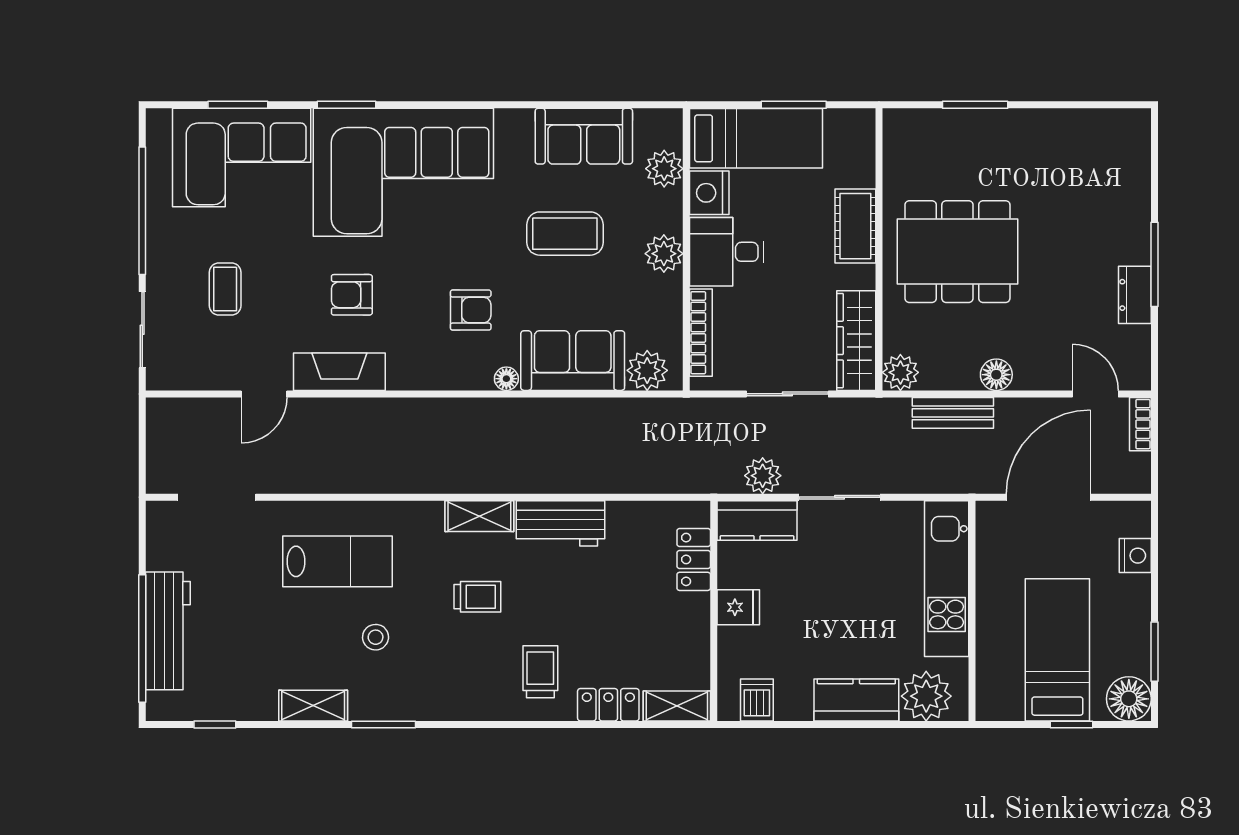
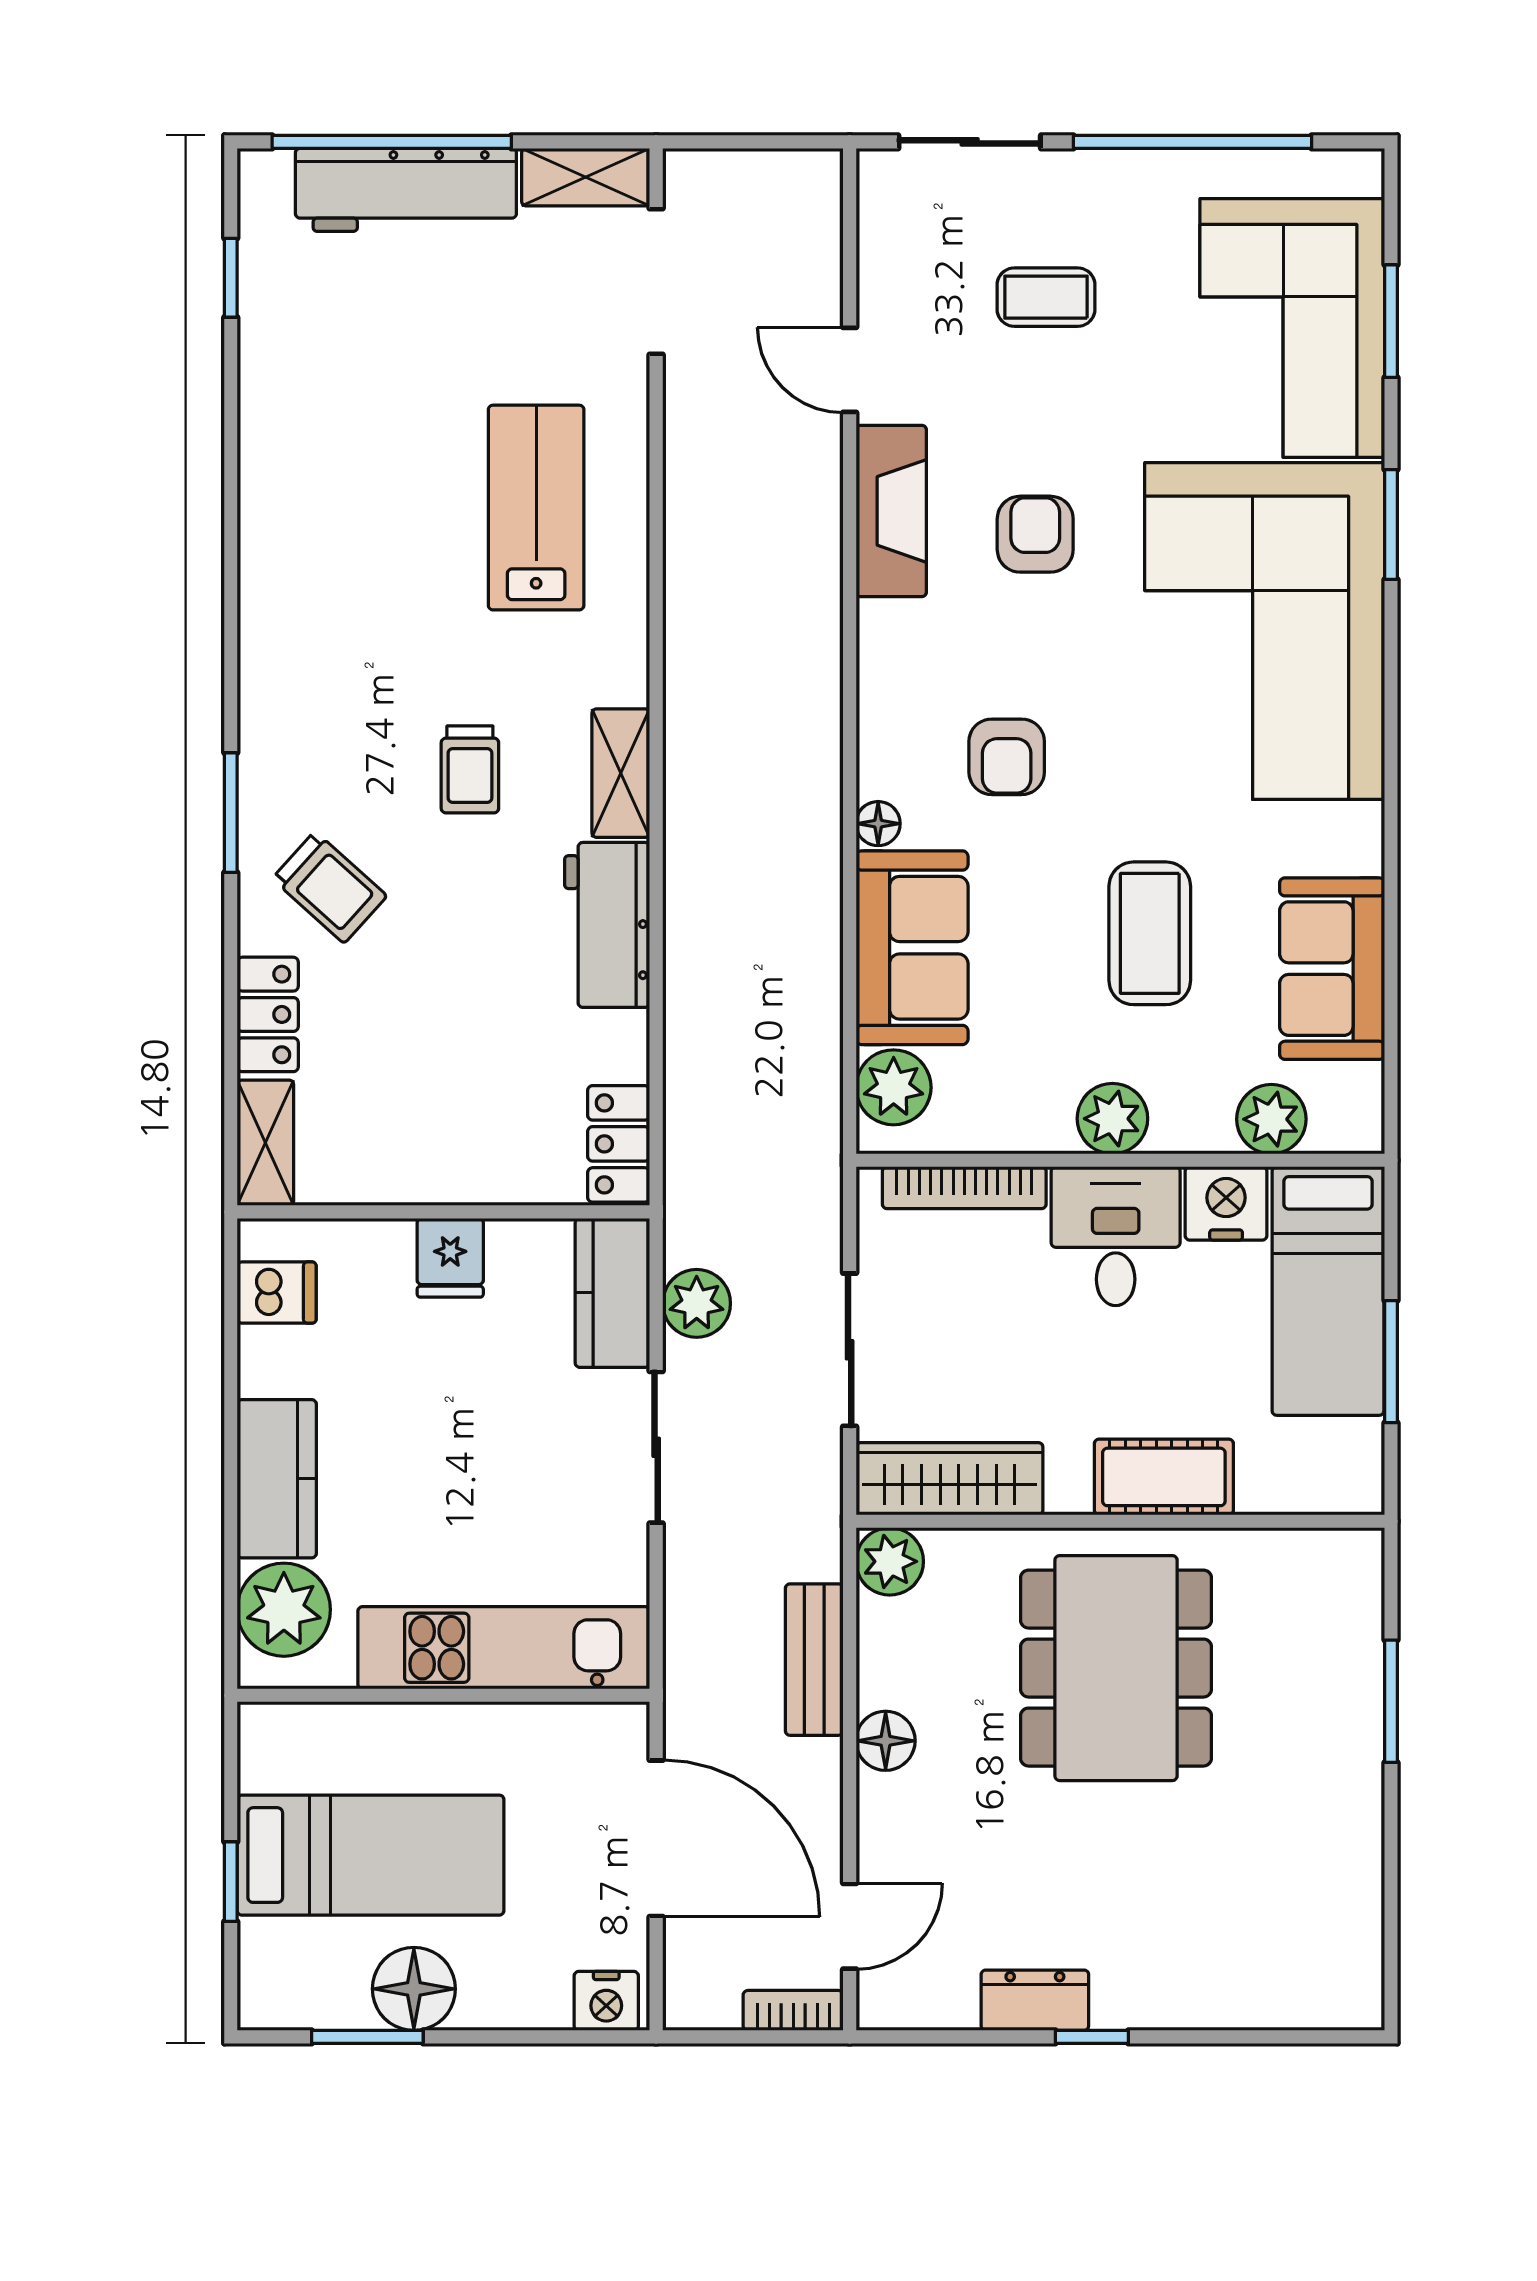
window: (1154, 264) -> (1092, 2037), width x0.46
nightstand: (1135, 556) -> (606, 2001), moved
locker: (694, 559) -> (619, 1144), moved, turned -90
lab bench: (338, 561) -> (536, 508), turned 180
stool: (376, 637) -> (394, 579), removed
trolley: (540, 672) -> (330, 887), turned 42
floor lamp: (1129, 699) -> (414, 1989), moved
shelving: (313, 706) -> (586, 177), moved, turned 90
window: (383, 724) -> (231, 813), moved

